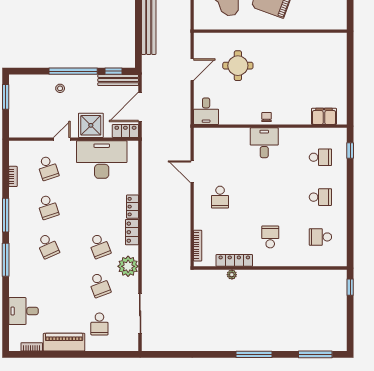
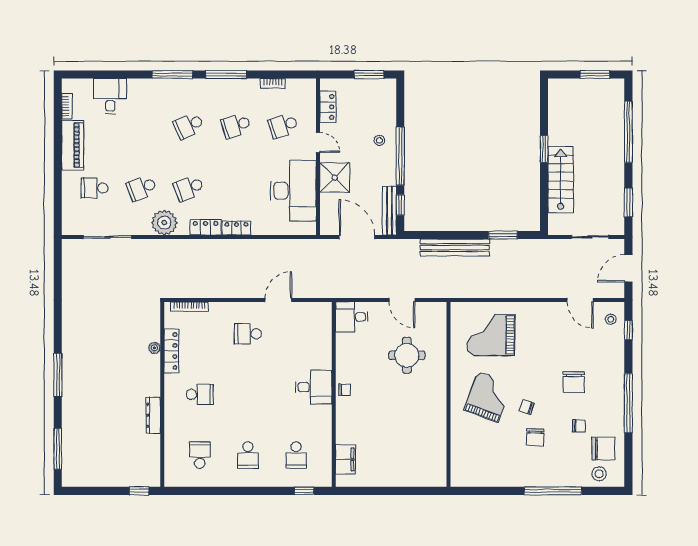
locker: (125, 131) -> (328, 107), moved
dresser: (287, 275) -> (153, 415), added

